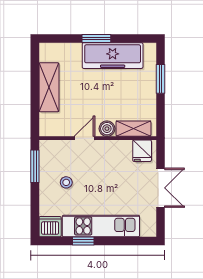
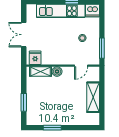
window: (96, 38) -> (52, 128), moved
freezer: (113, 56) -> (53, 117), removed
door: (84, 138) -> (81, 66), moved

